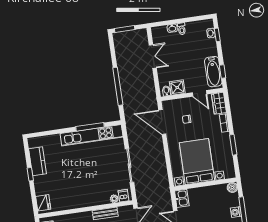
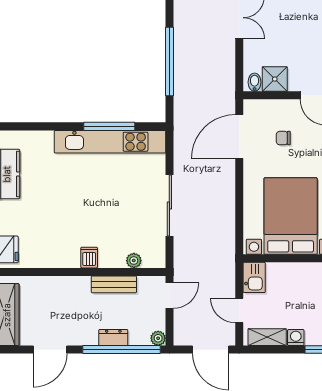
door: (162, 122) -> (239, 137), hinge flipped
dishwasher: (123, 196) -> (89, 258), moved

